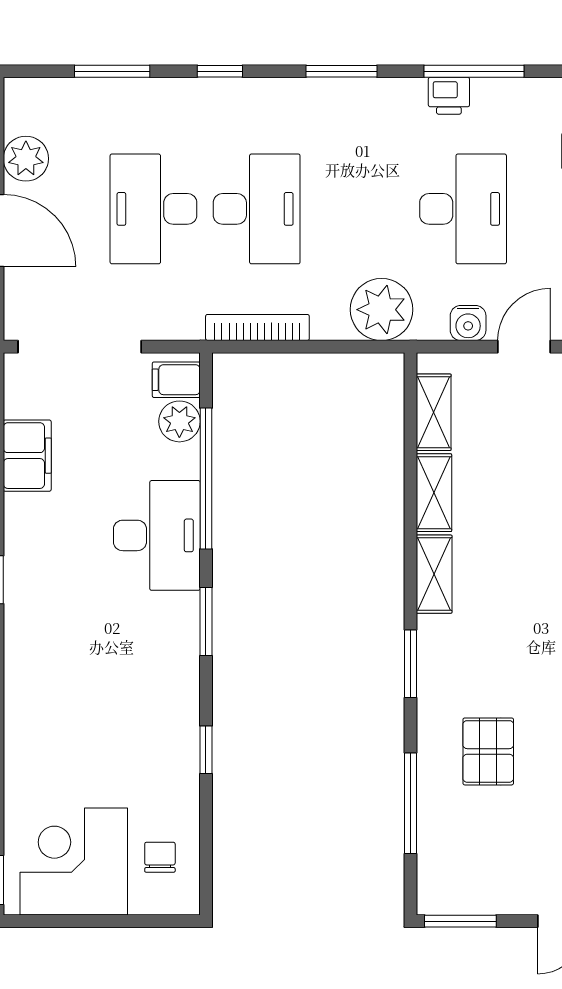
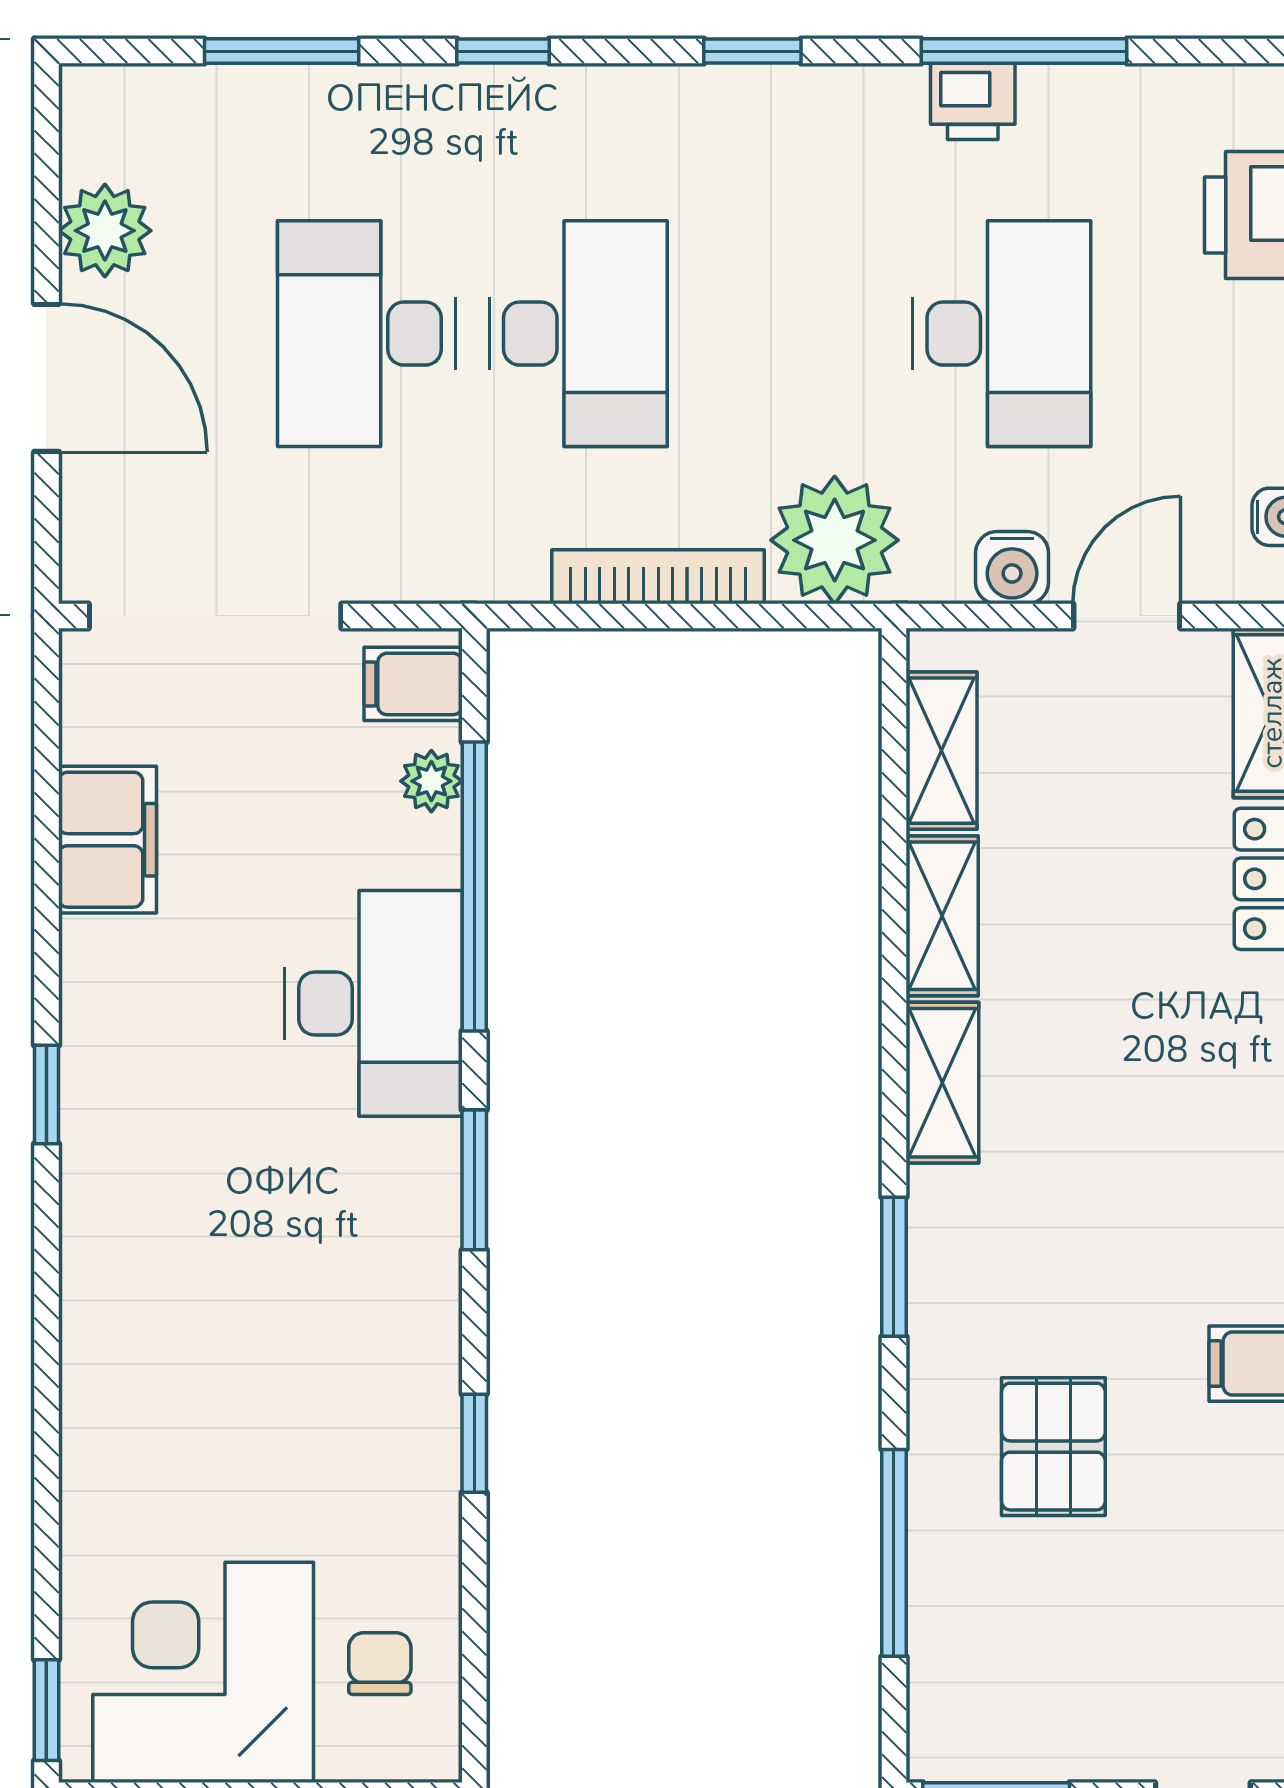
window: (342, 71) -> (752, 51), width x0.67
bookcase: (257, 327) -> (658, 577), moved
plant: (179, 421) -> (431, 781), width x0.73, depth x0.73

